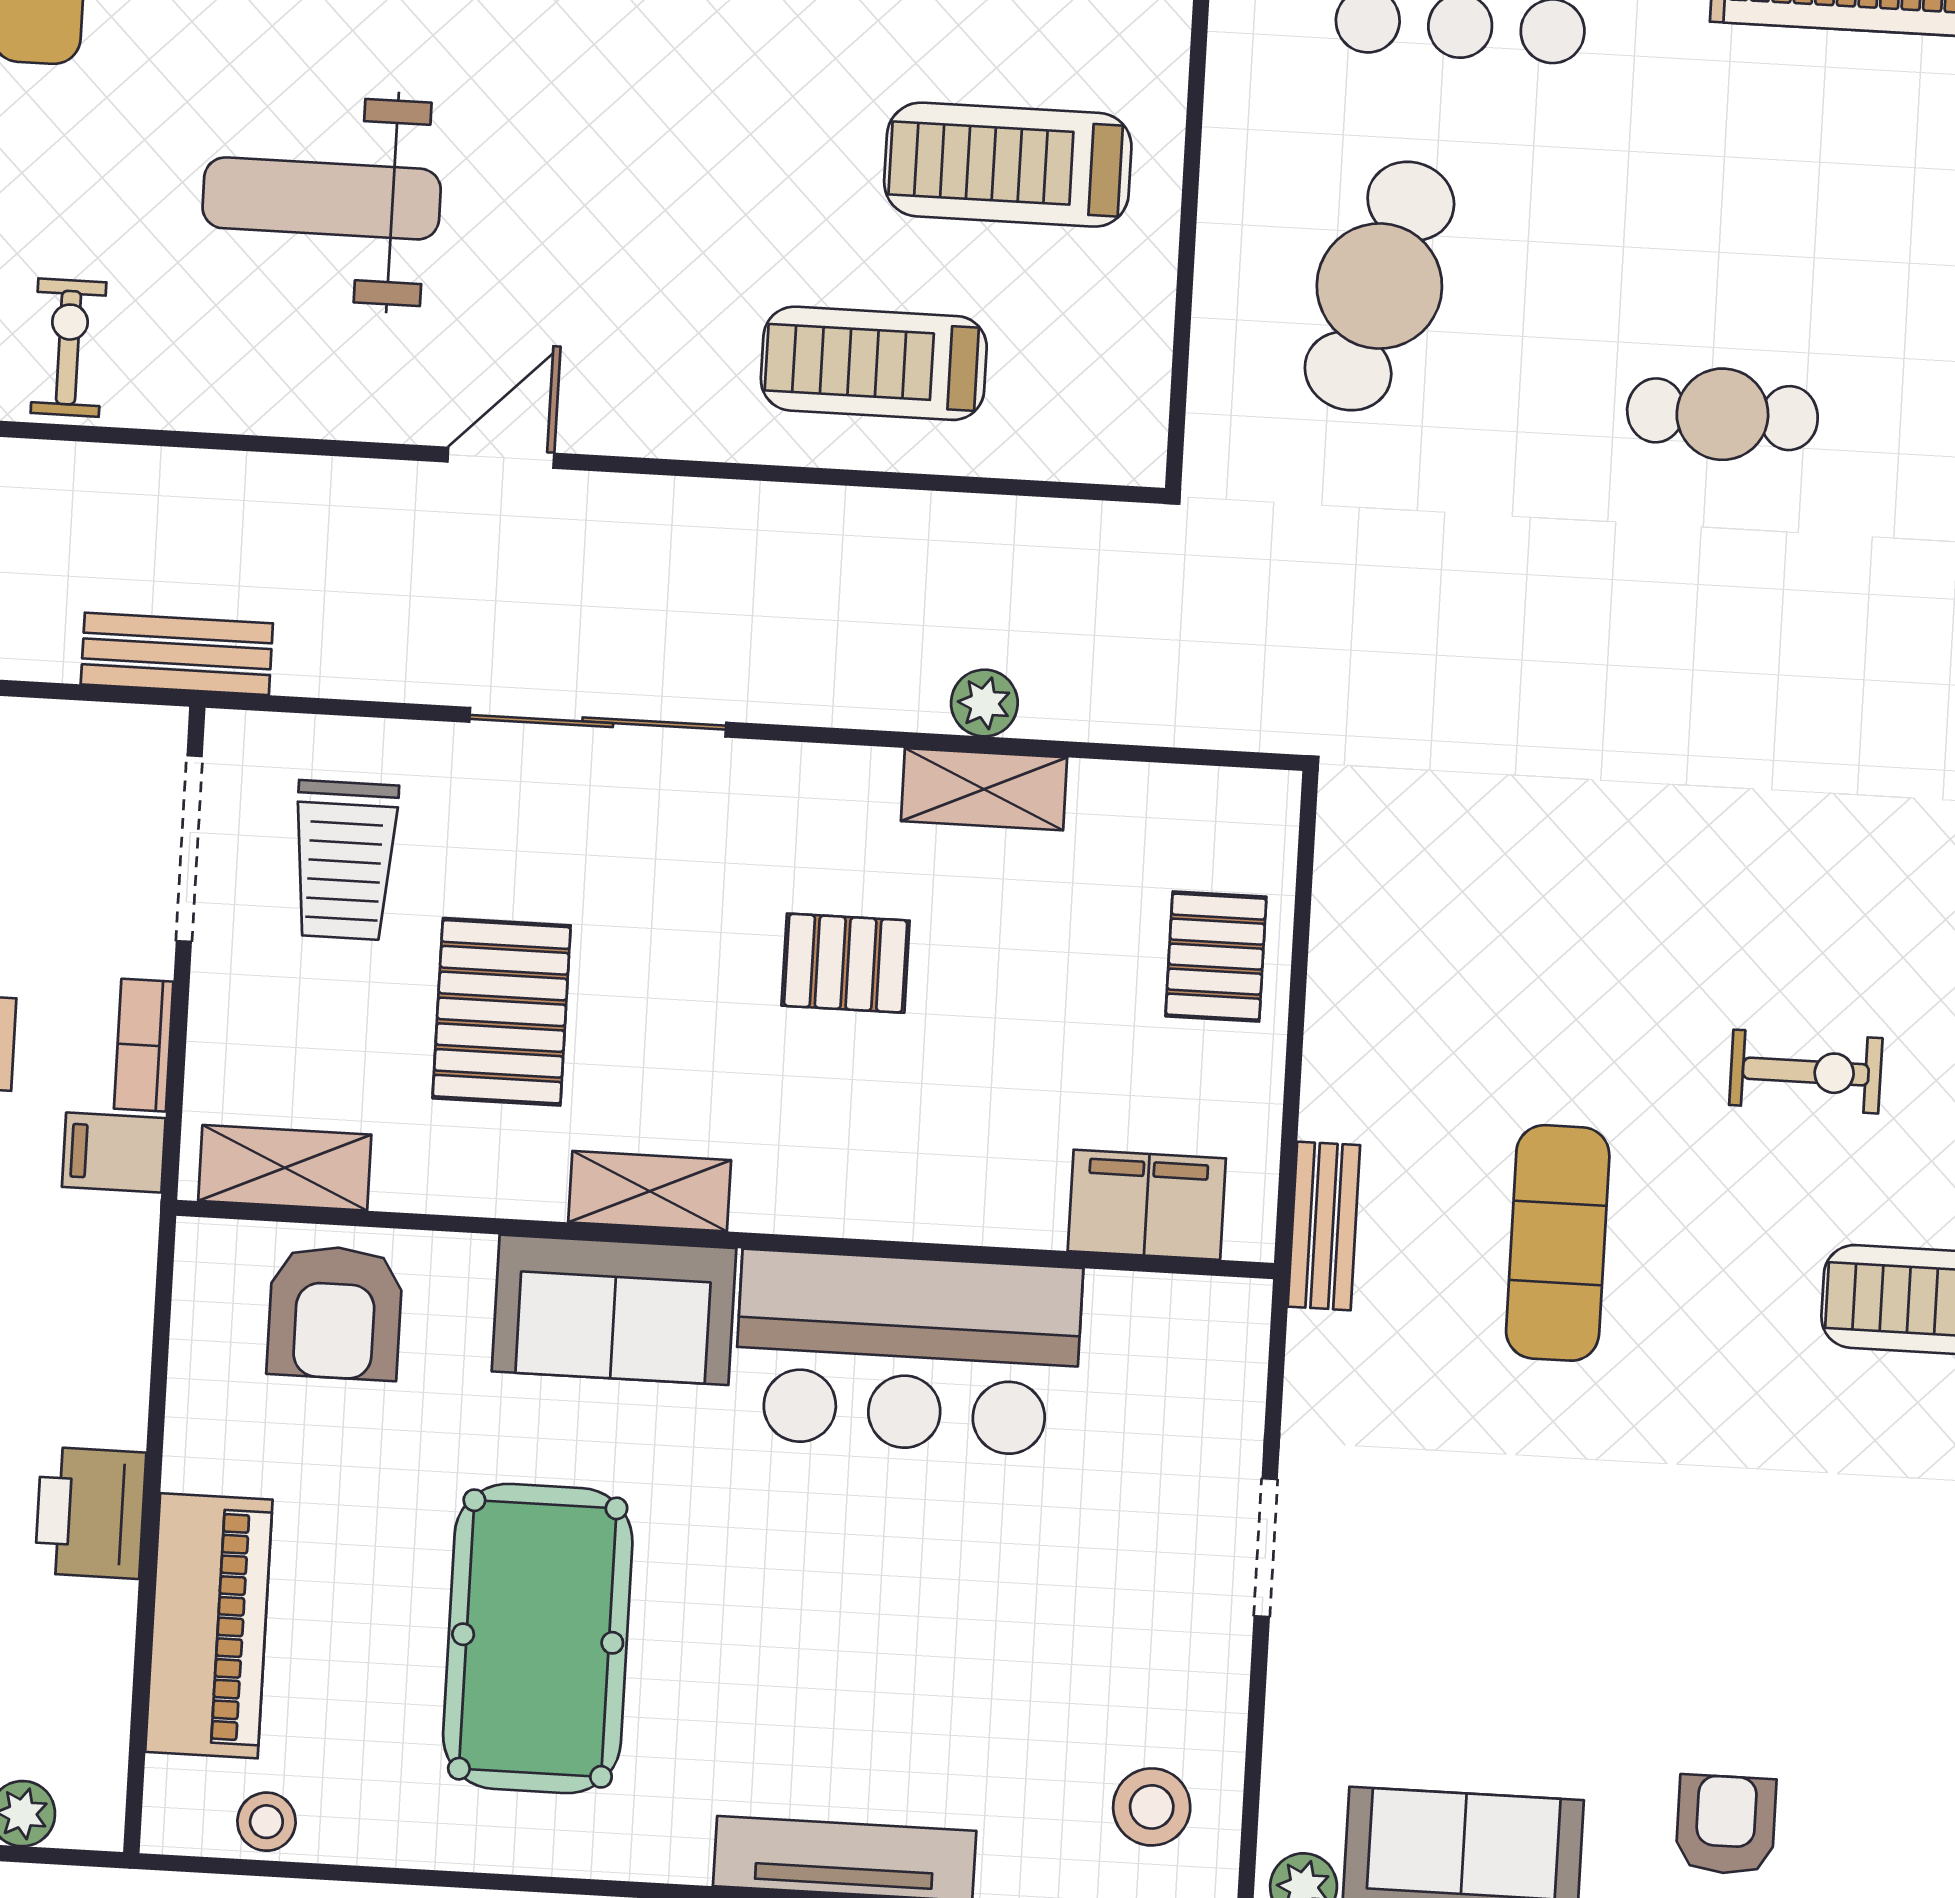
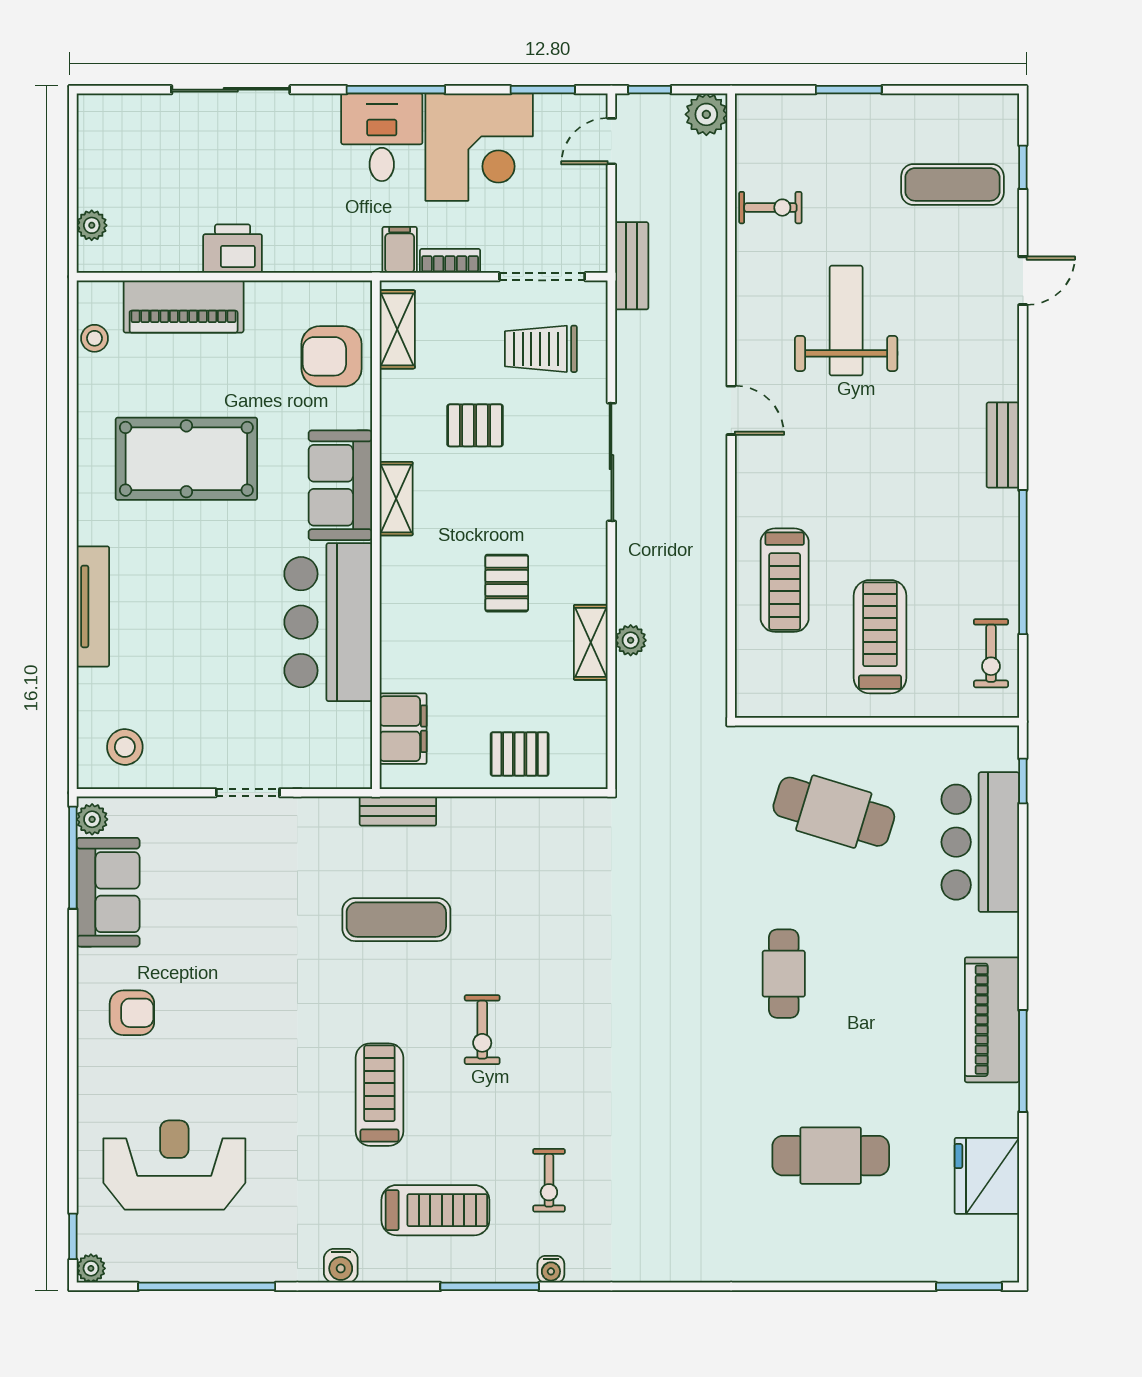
treadmill: (874, 363) -> (785, 580), turned 180
pallet: (502, 1012) -> (475, 425), width x0.67, depth x0.71

